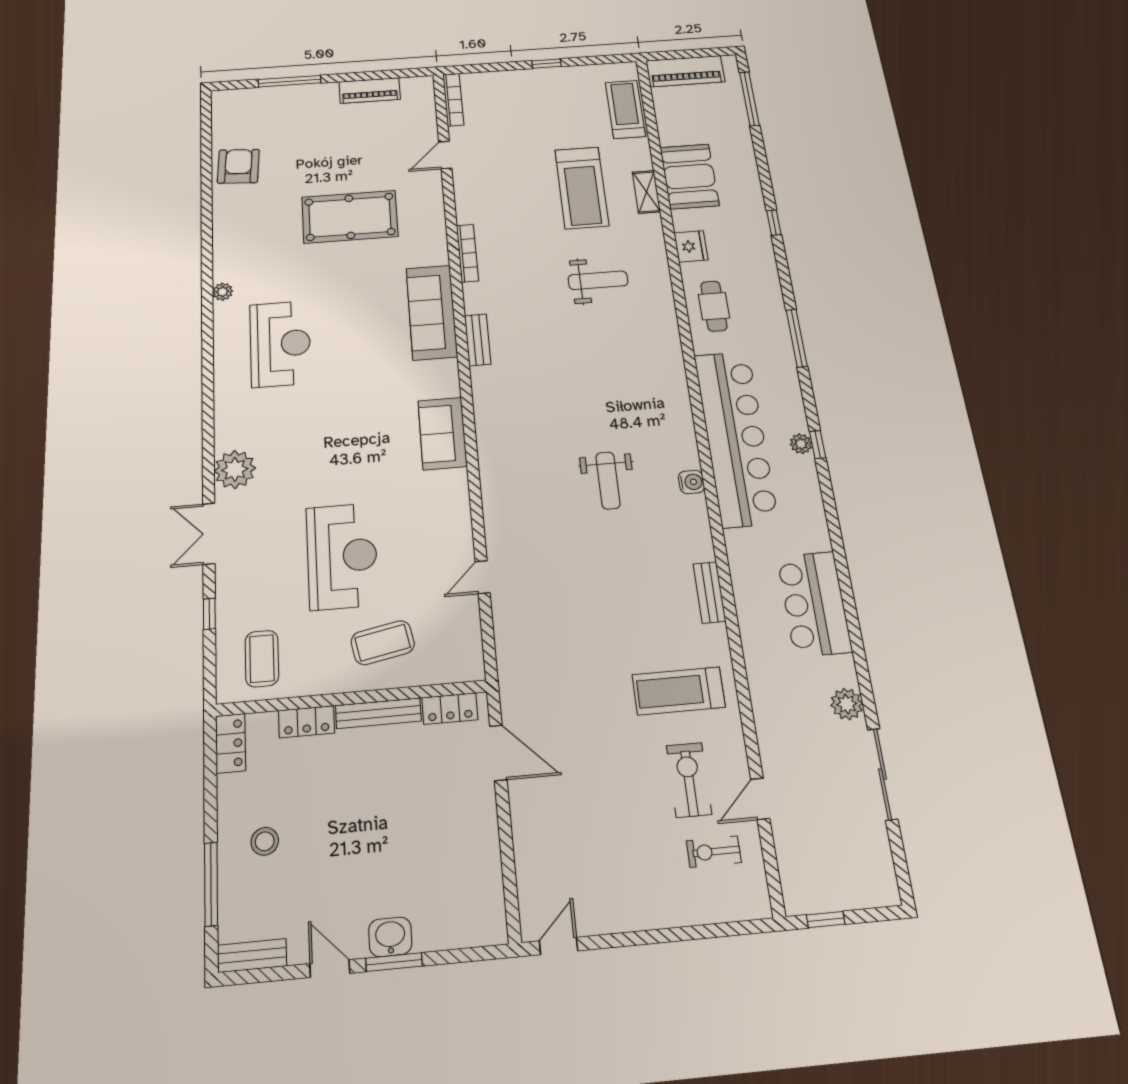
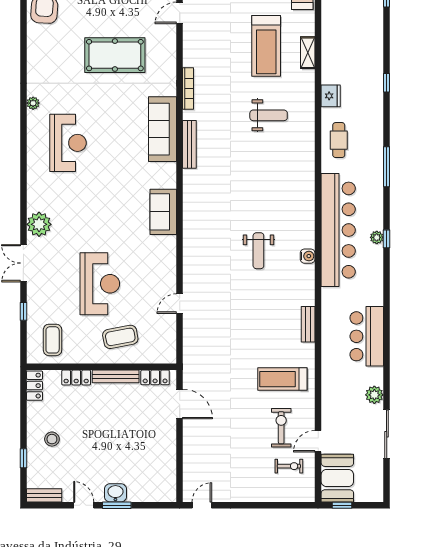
booth: (689, 176) -> (337, 478), moved
bench: (478, 340) -> (189, 144), width x1.36
exercise bike: (714, 852) -> (289, 466), turned 180
window: (211, 884) -> (23, 458), width x0.46

